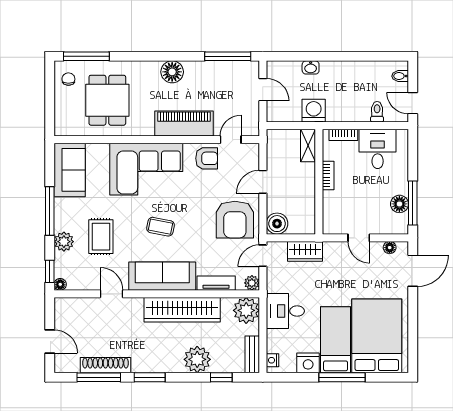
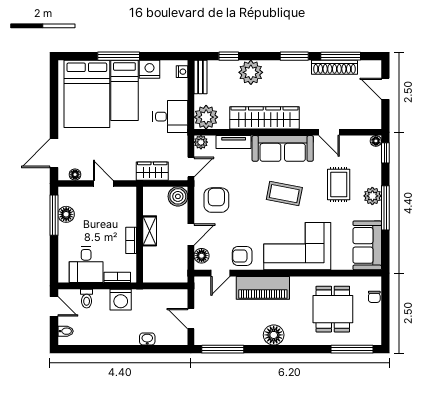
chair: (68, 79) -> (374, 297), moved
washing machine: (314, 111) -> (121, 300), moved
shelving: (308, 146) -> (150, 231), moved
floor lamp: (251, 159) -> (202, 256), added
armchair: (235, 220) -> (216, 200), width x0.73, depth x0.73
coffee table: (160, 227) -> (284, 194), width x1.36, depth x1.30
plant: (64, 242) -> (372, 196), moved

